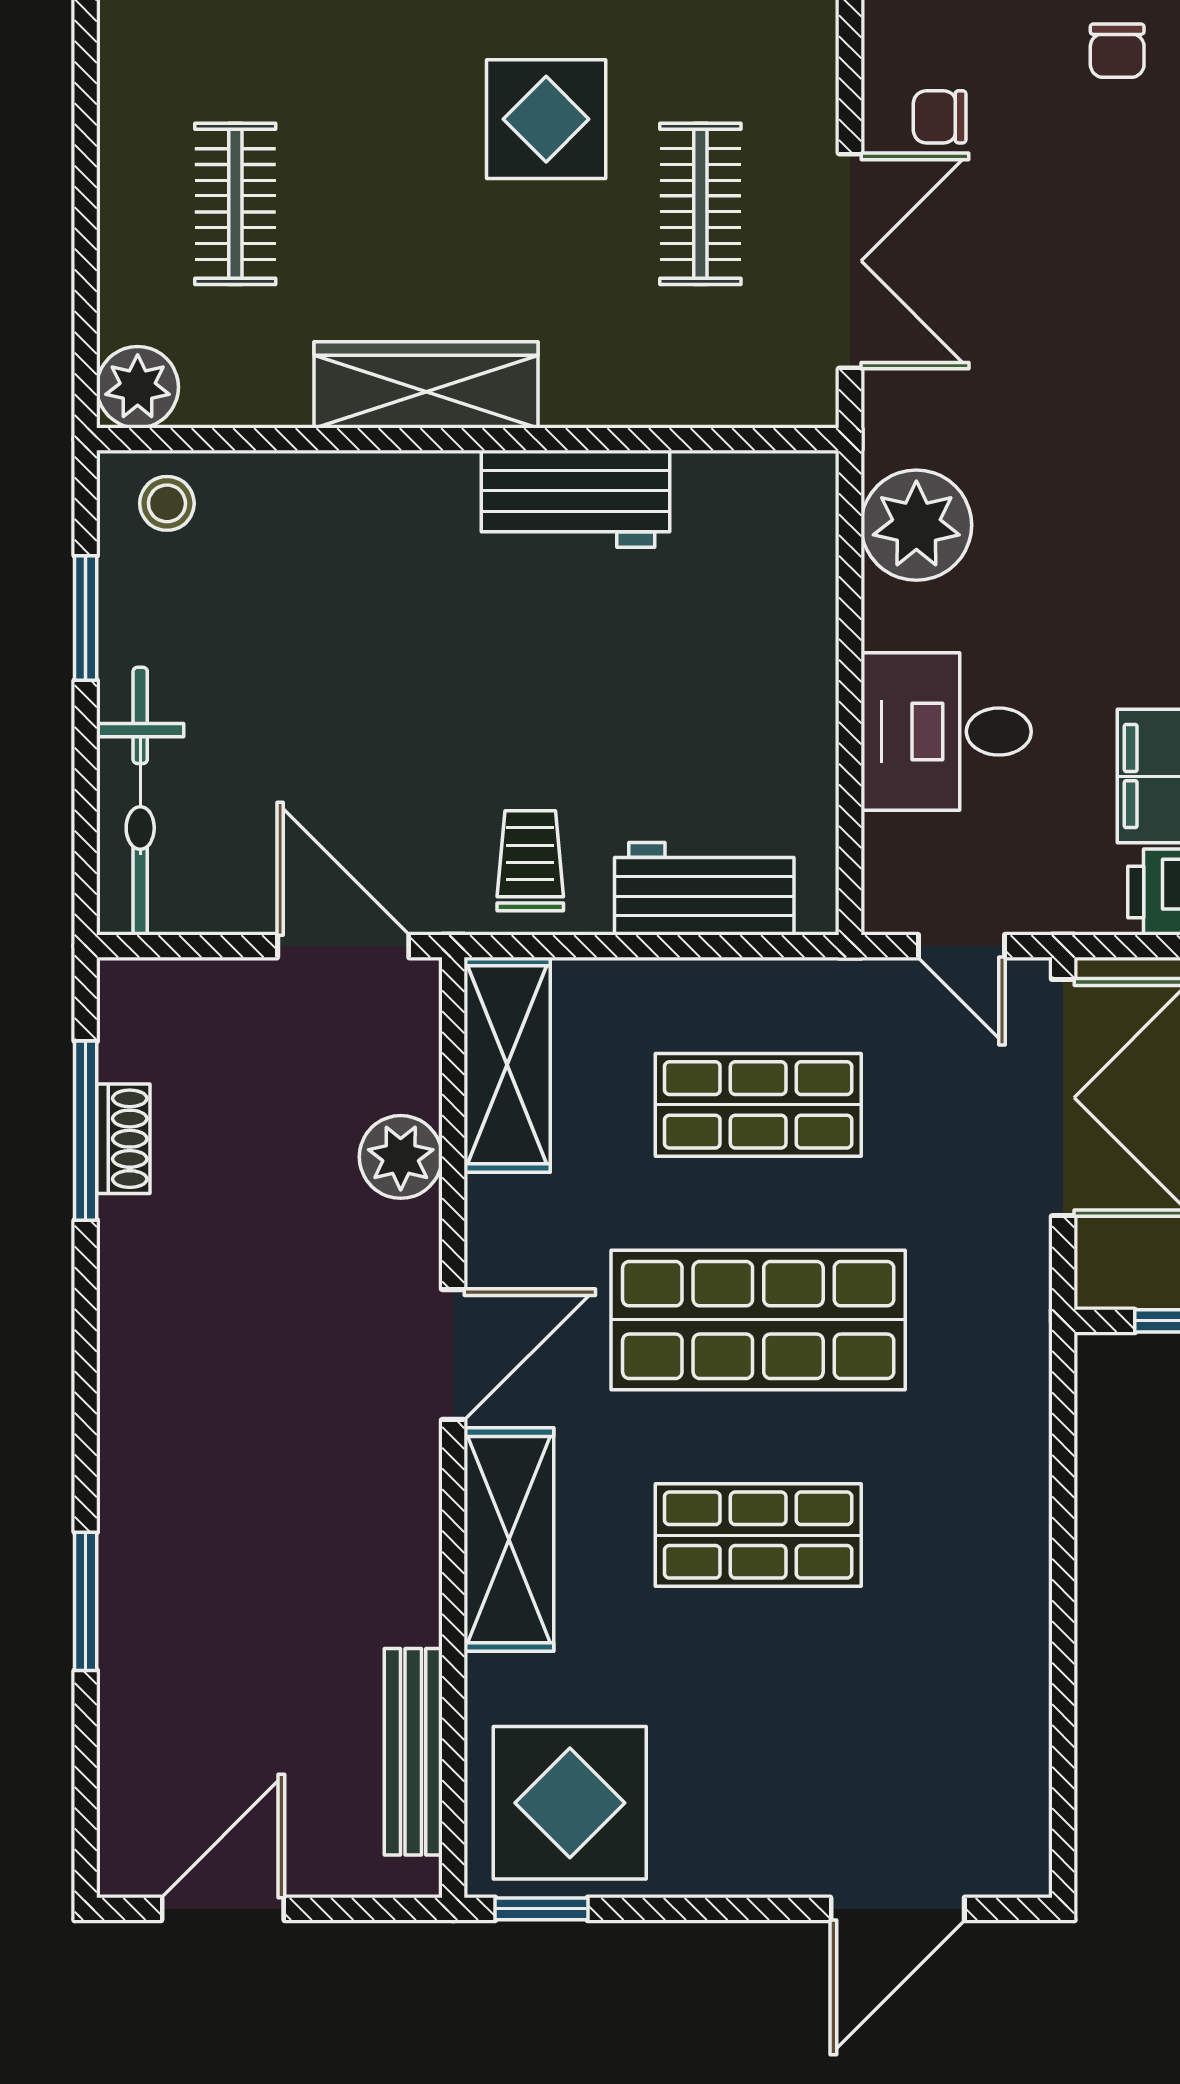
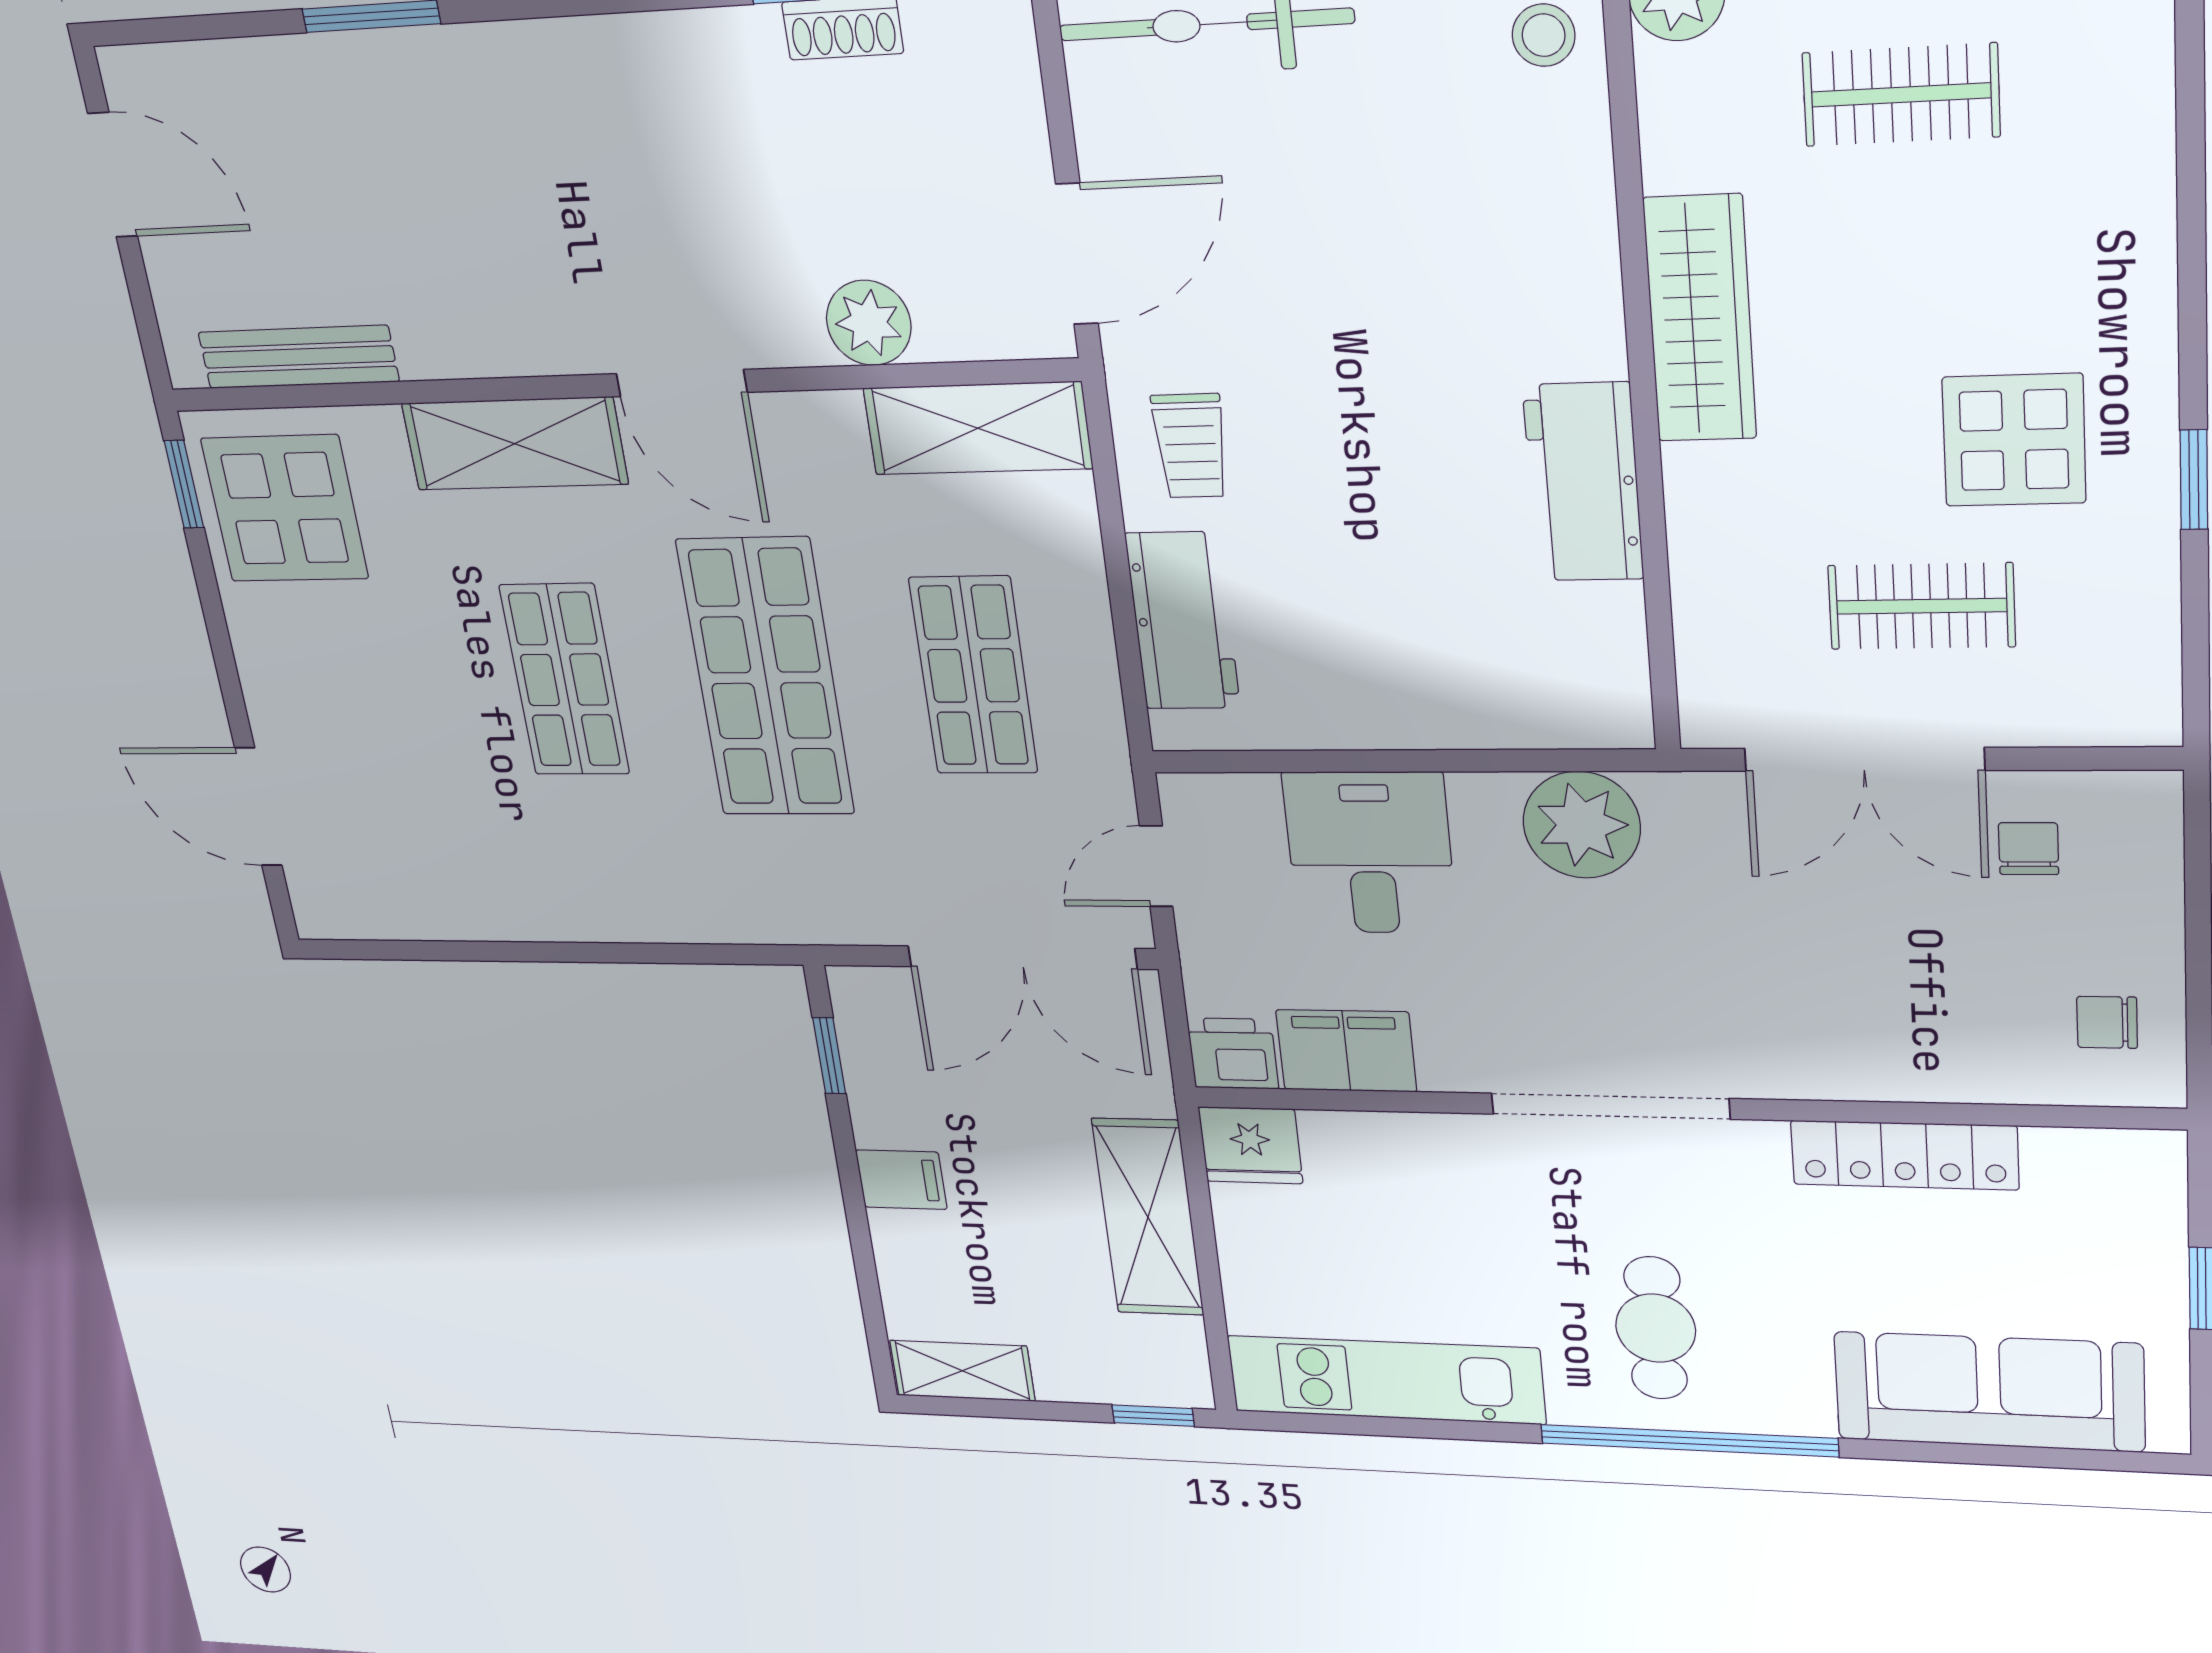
trolley: (530, 861) -> (1191, 446), turned 90

